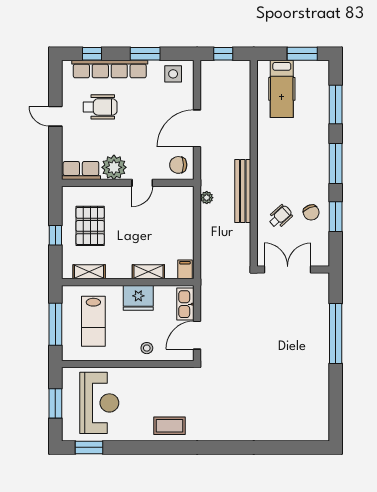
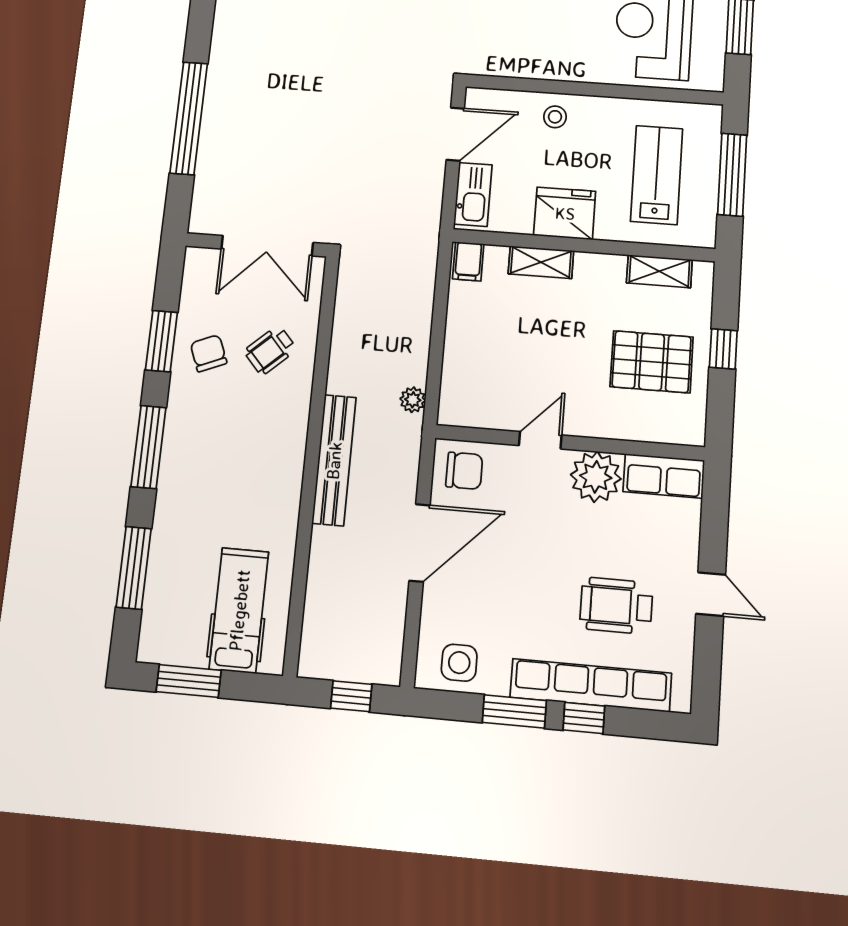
window: (92, 54) -> (584, 718), moved
bench: (243, 191) -> (334, 460), moved
pallet: (90, 226) -> (652, 362), turned 90

